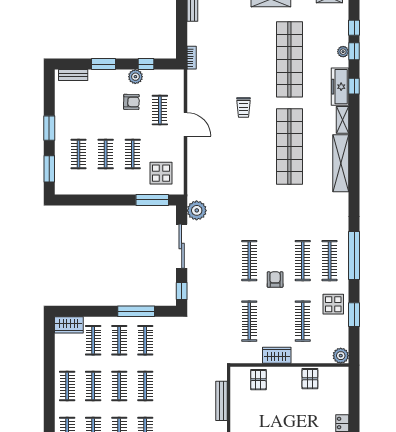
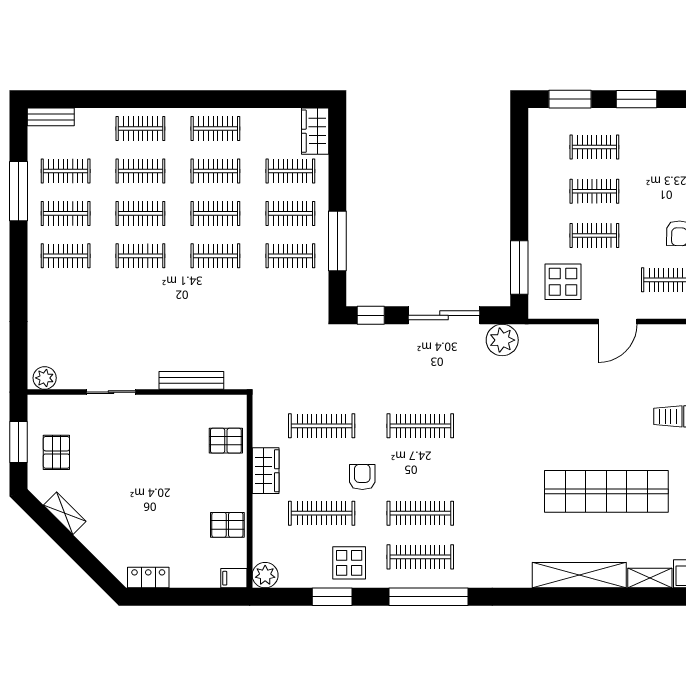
door: (185, 124) -> (618, 321), moved
armchair: (275, 280) -> (362, 477), moved, turned -90
filing cabinet: (343, 375) -> (234, 578), added

